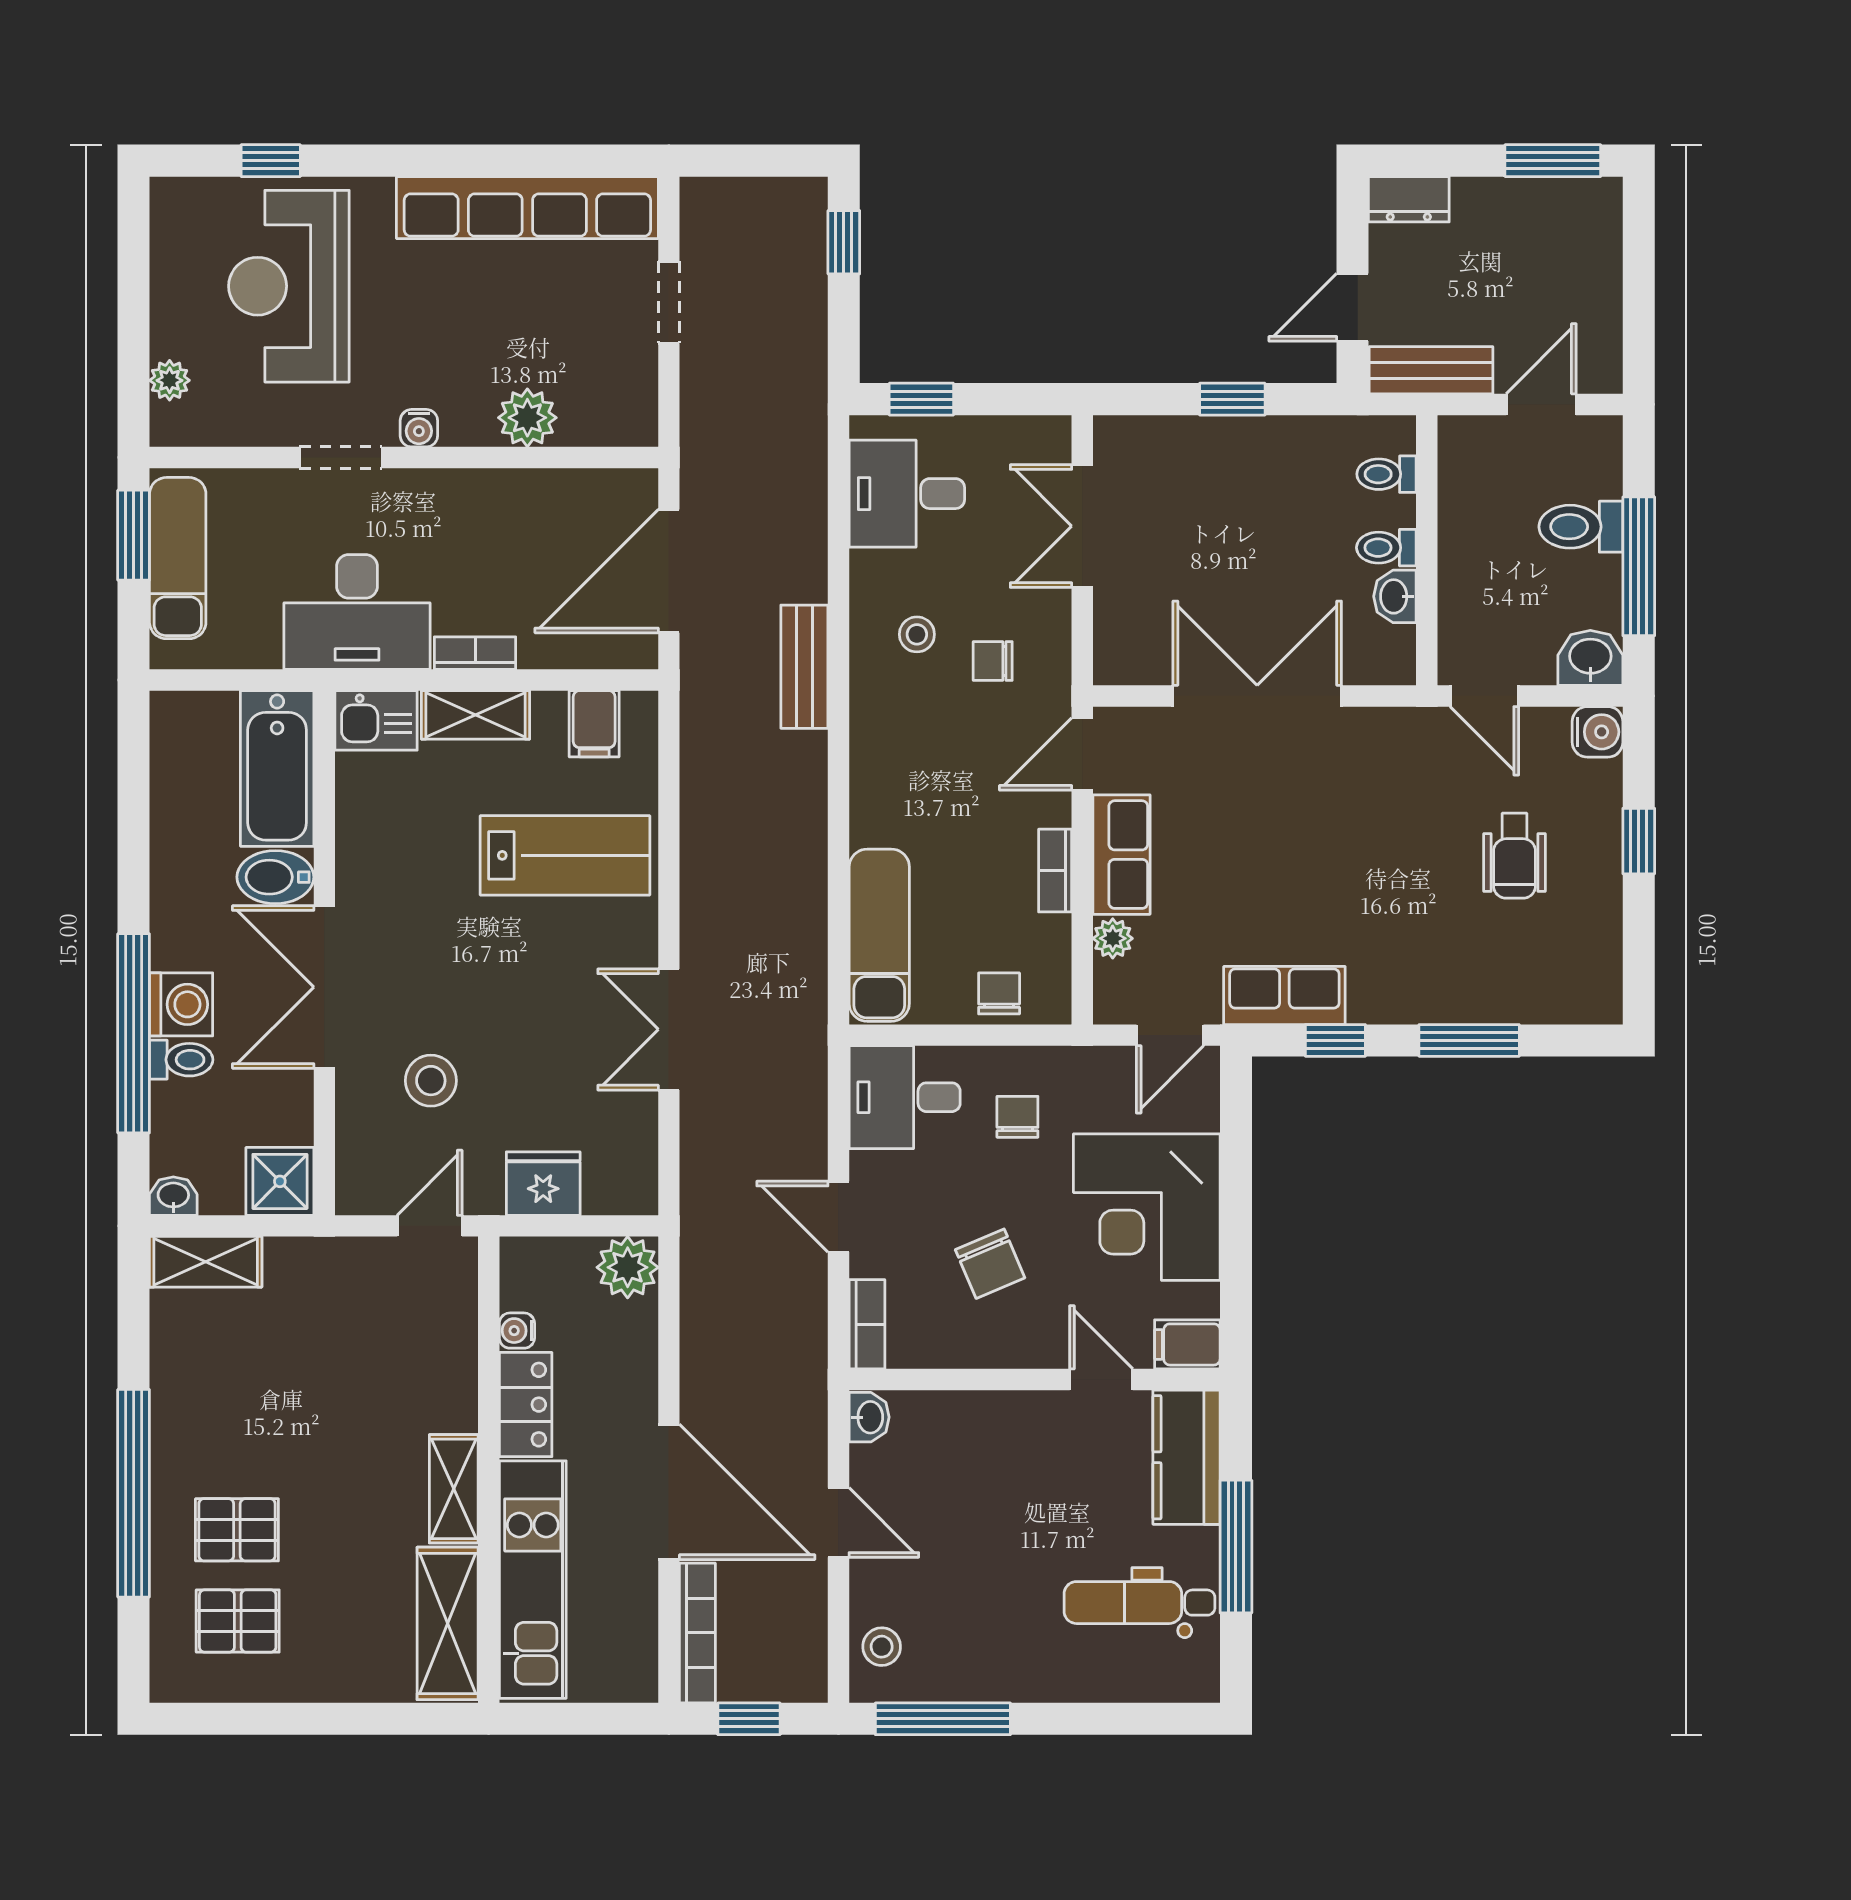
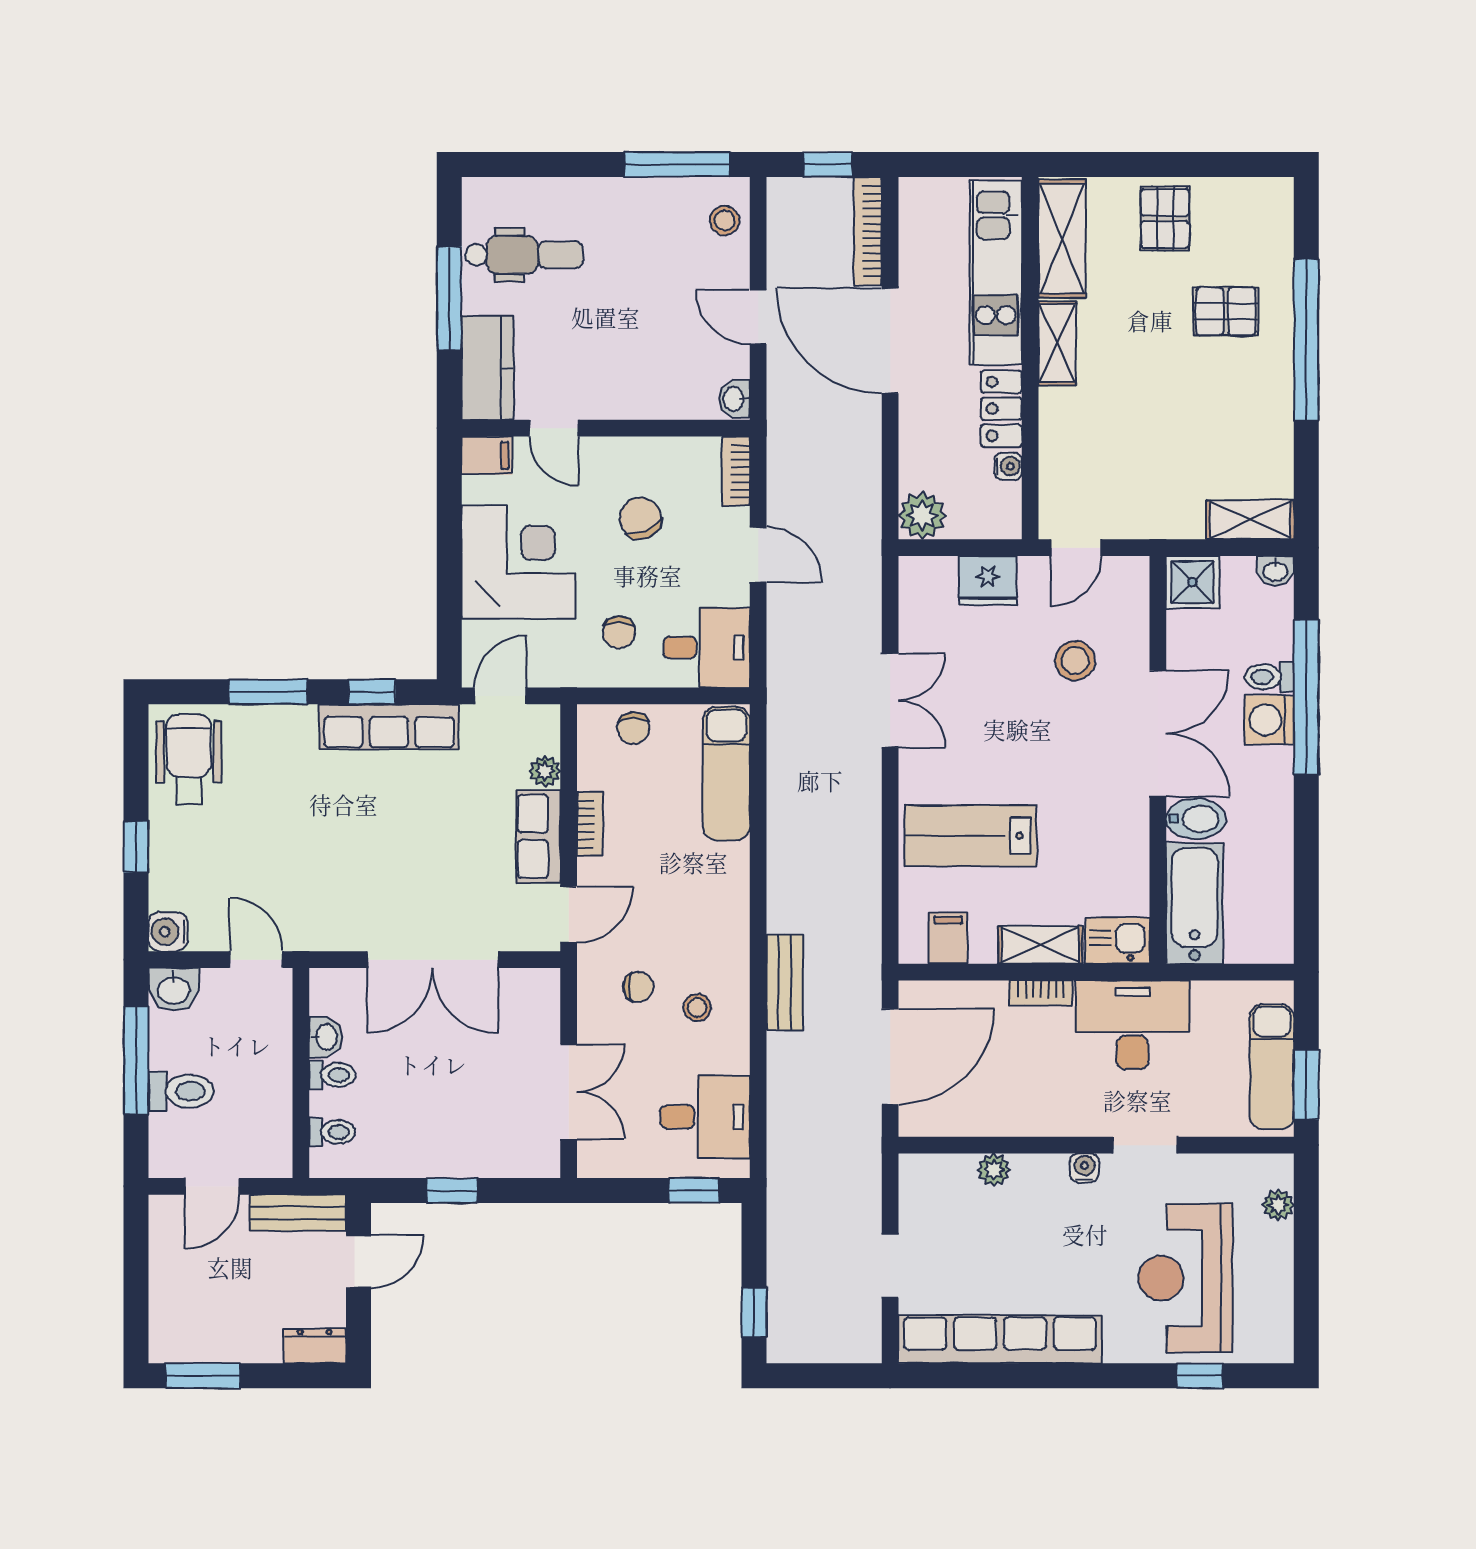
reception desk: (289, 286) -> (1185, 1278), turned 180
plant: (527, 418) -> (994, 1170), width x0.73, depth x0.73
wheelchair: (1515, 856) -> (189, 759), moved, width x1.36, depth x1.37
row of seats: (1284, 995) -> (389, 727), width x1.48
pallet: (238, 1621) -> (1165, 218), moved, turned 90

